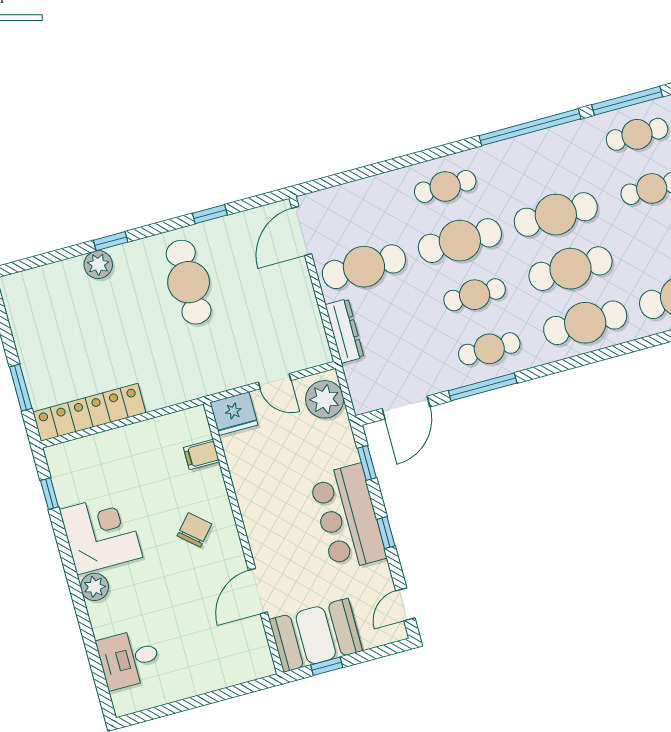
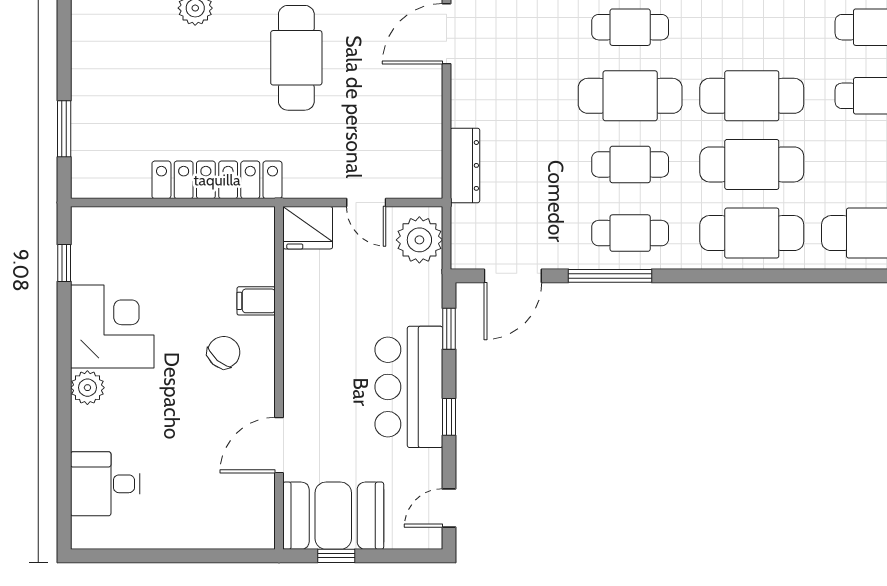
cafe table: (364, 267) -> (508, 96), removed
locker: (89, 412) -> (217, 180), moved
filing cabinet: (201, 455) -> (256, 301), moved

